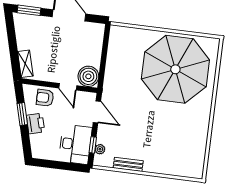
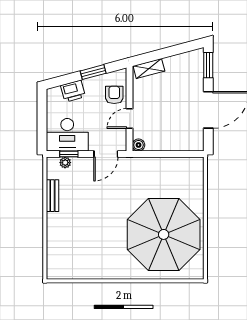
boiler: (88, 76) -> (139, 145), width x0.54, depth x0.54
printer: (35, 124) -> (73, 91), moved

